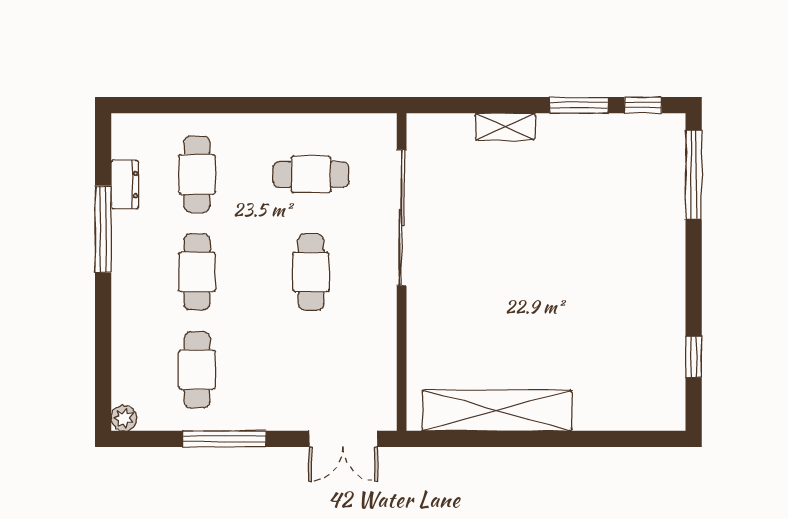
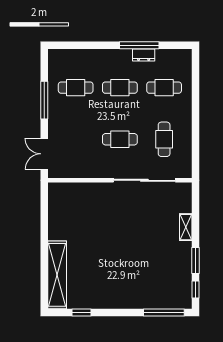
dresser: (125, 185) -> (144, 55), moved
shelving: (497, 410) -> (57, 275), moved
plant: (124, 418) -> (54, 55), removed

